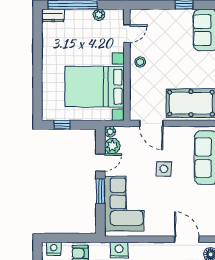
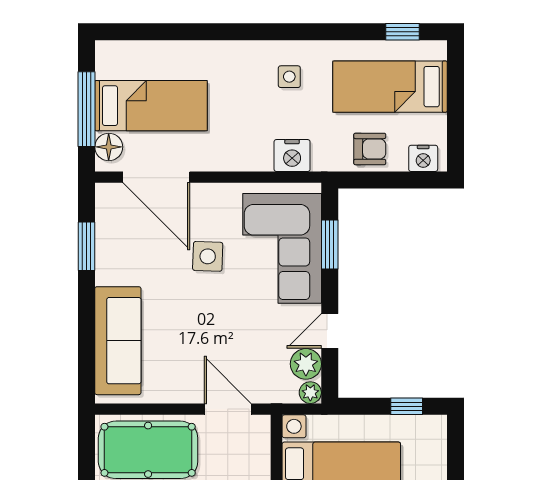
side table: (164, 169) -> (208, 256), moved
window: (100, 191) -> (330, 244), moved
door: (187, 239) -> (156, 177), width x1.36

